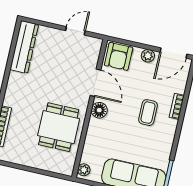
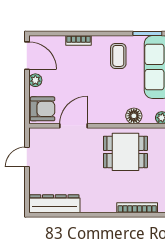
door: (75, 31) -> (27, 157), hinge flipped
floor lamp: (99, 110) -> (134, 116), moved
coffee table: (148, 113) -> (118, 56), moved, turned 90

